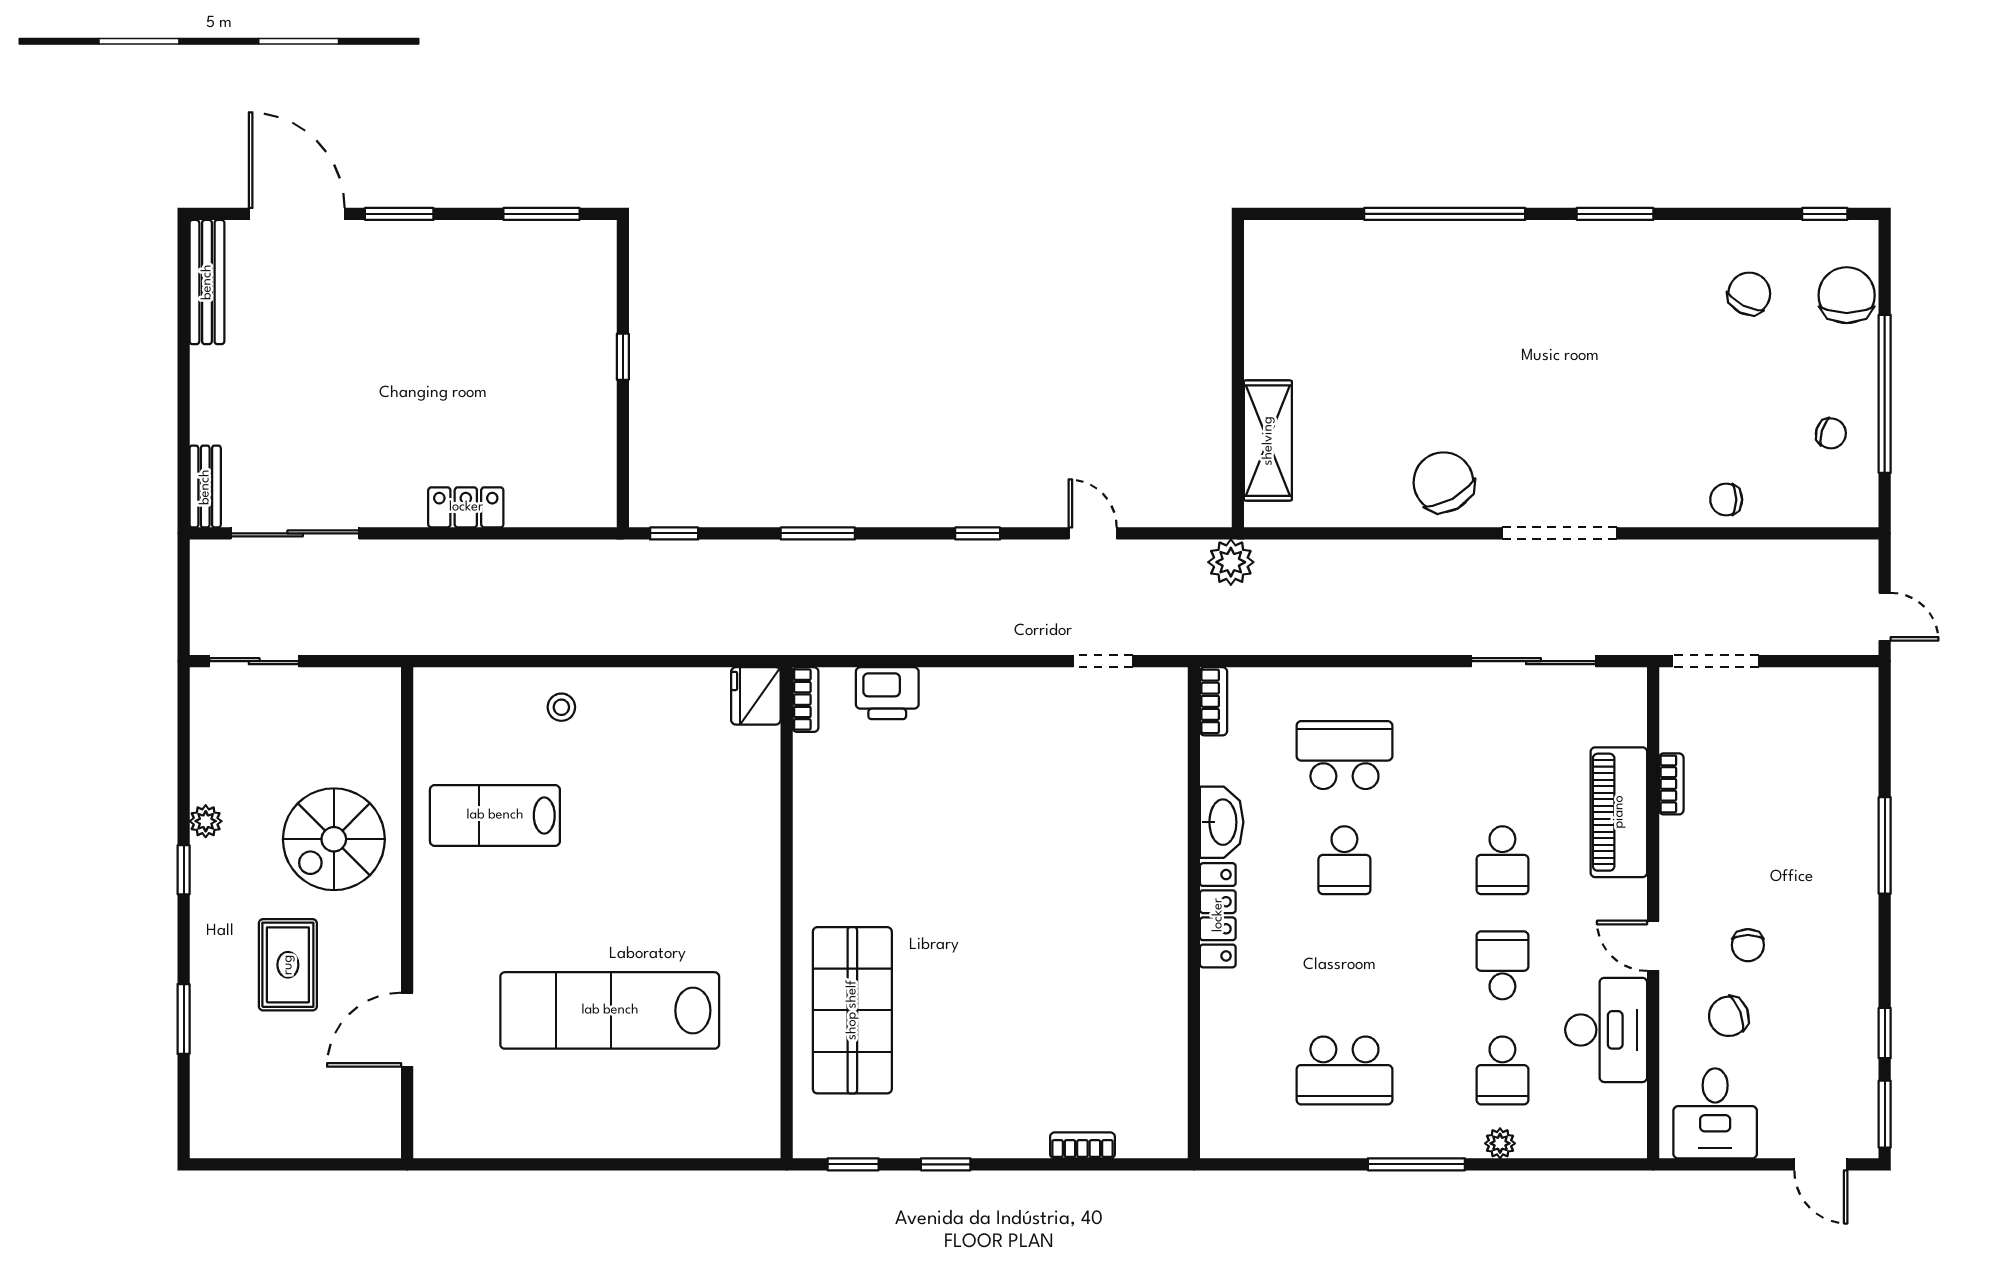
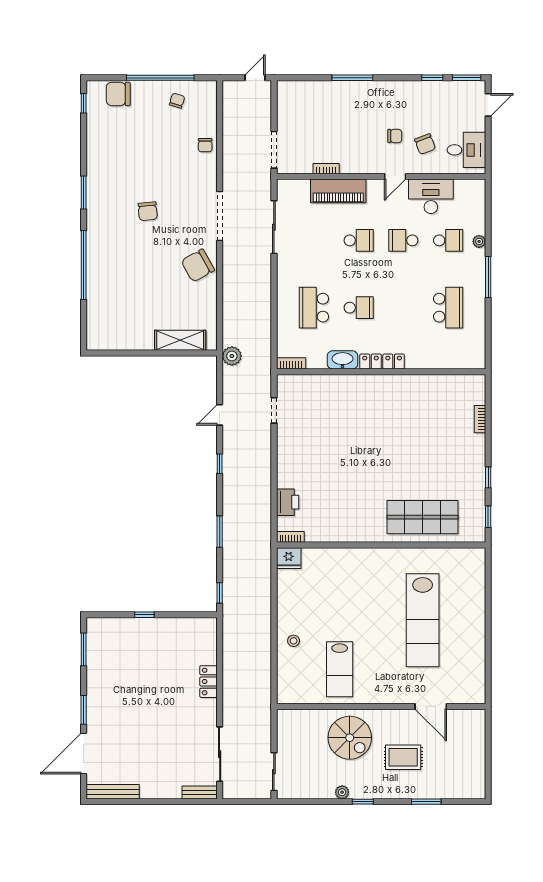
chair: (1749, 294) -> (148, 211), moved, turned -122

